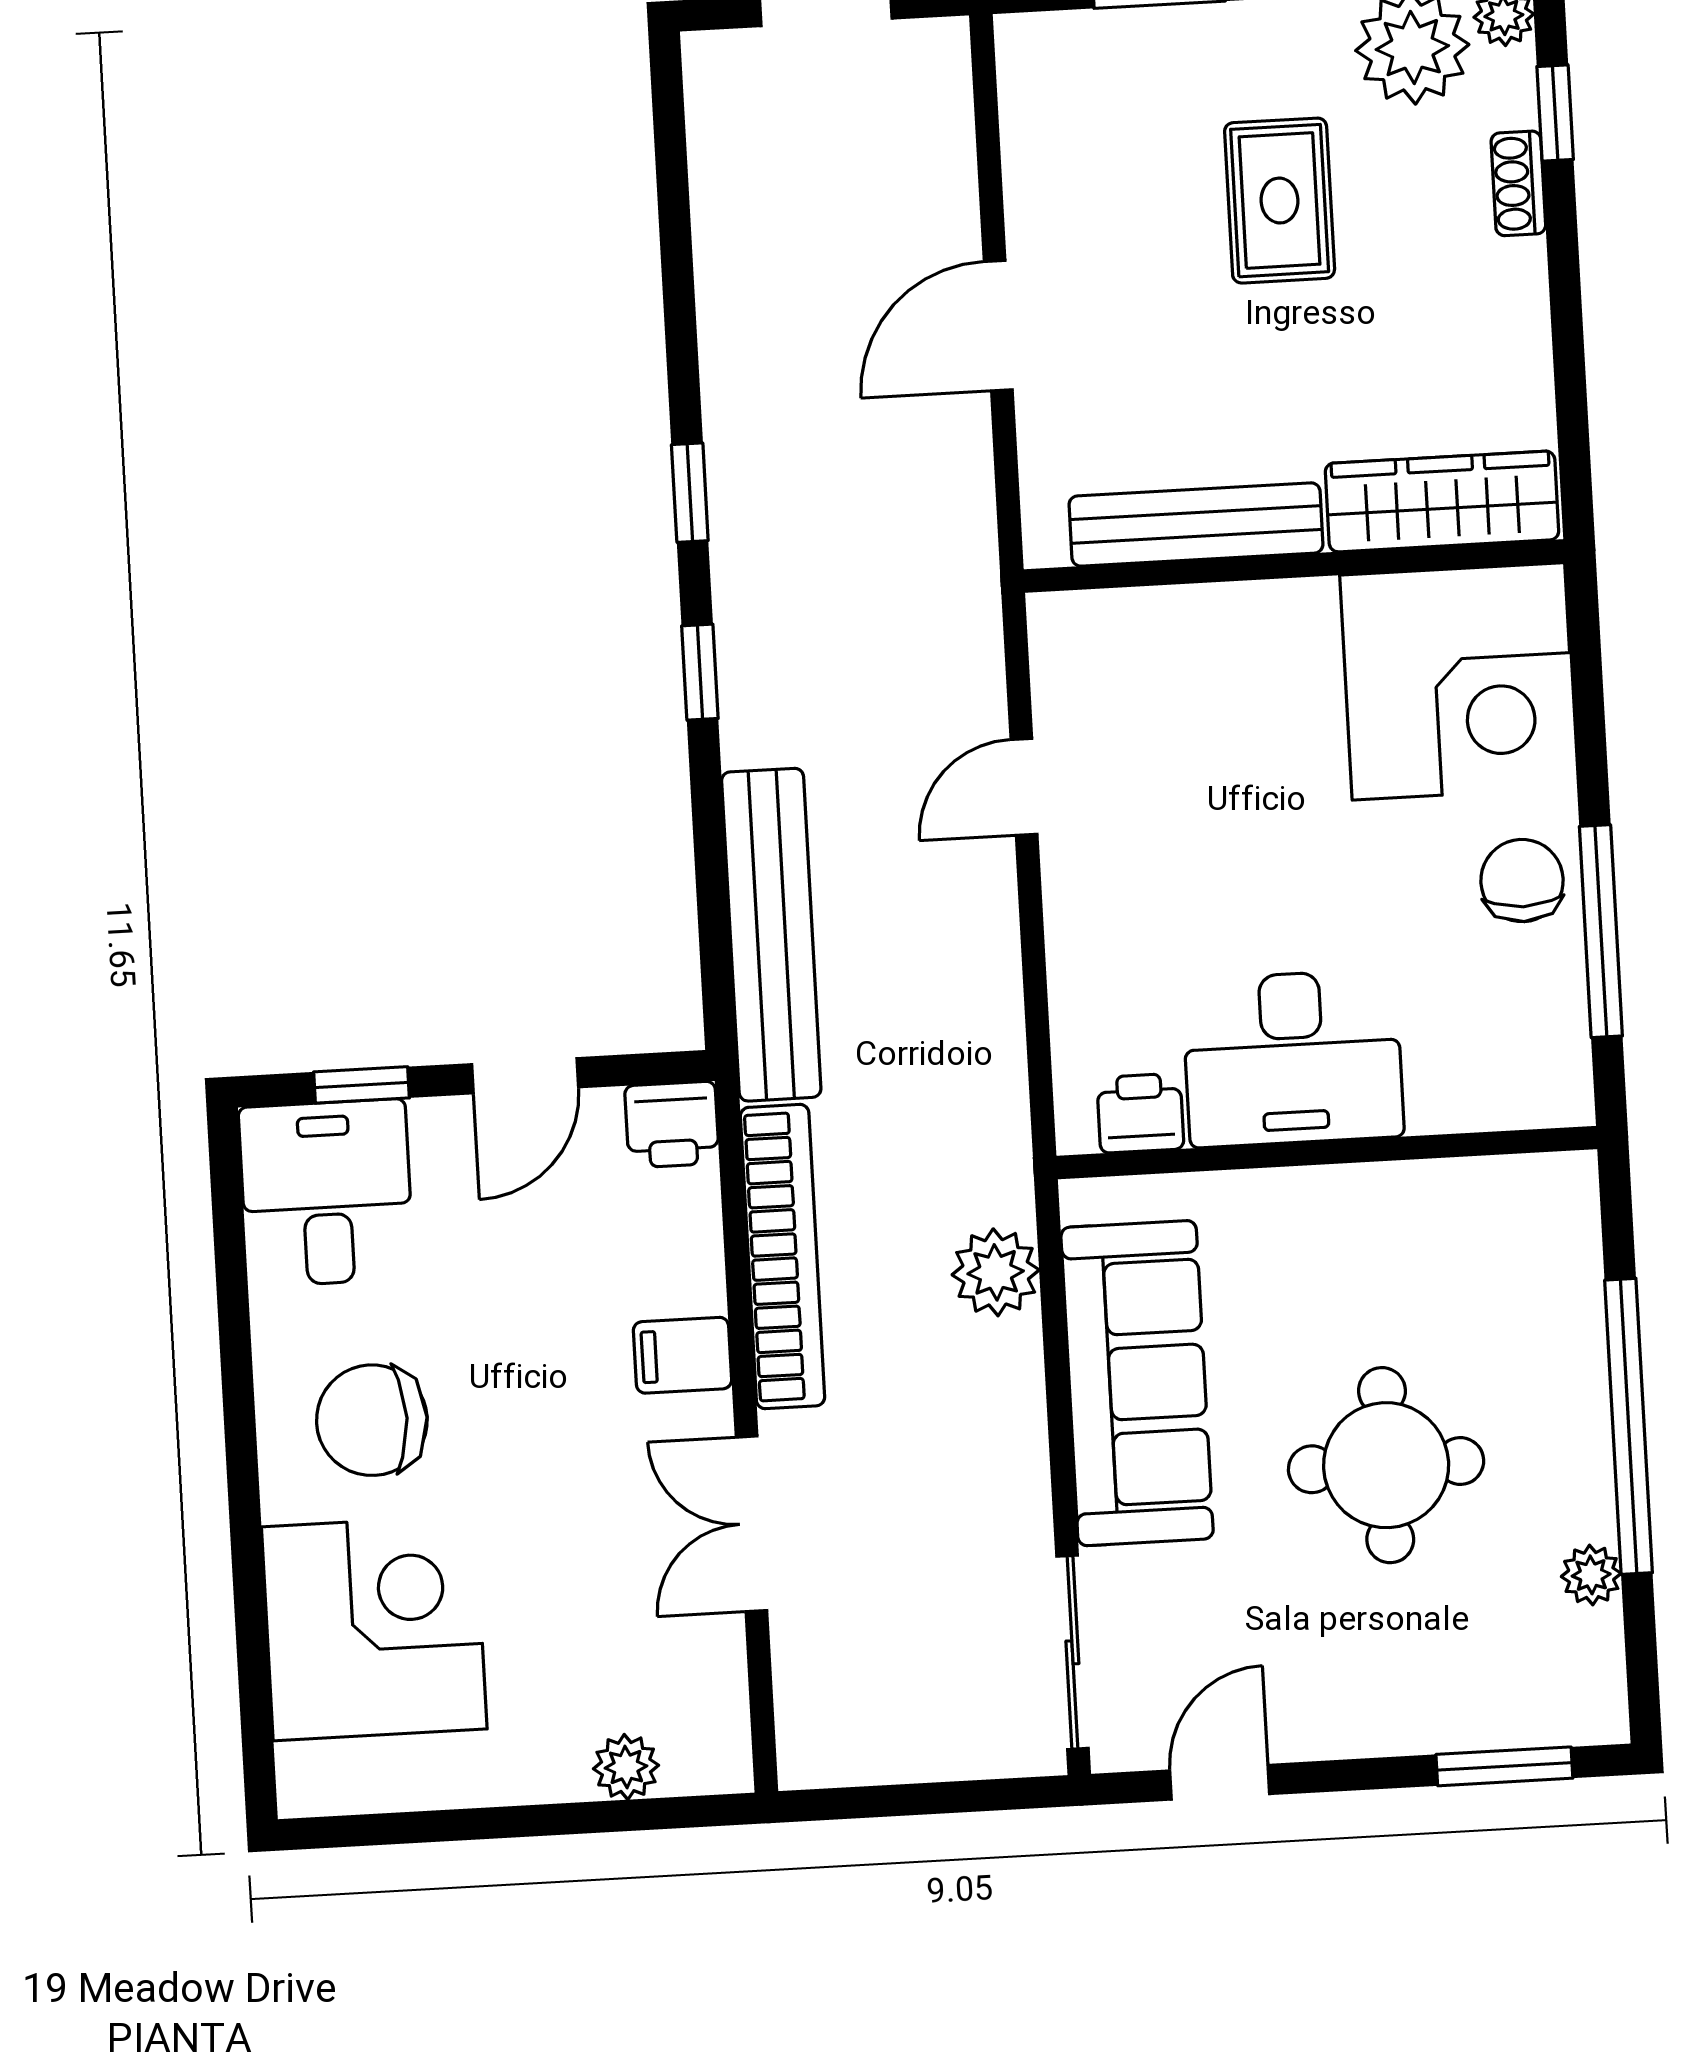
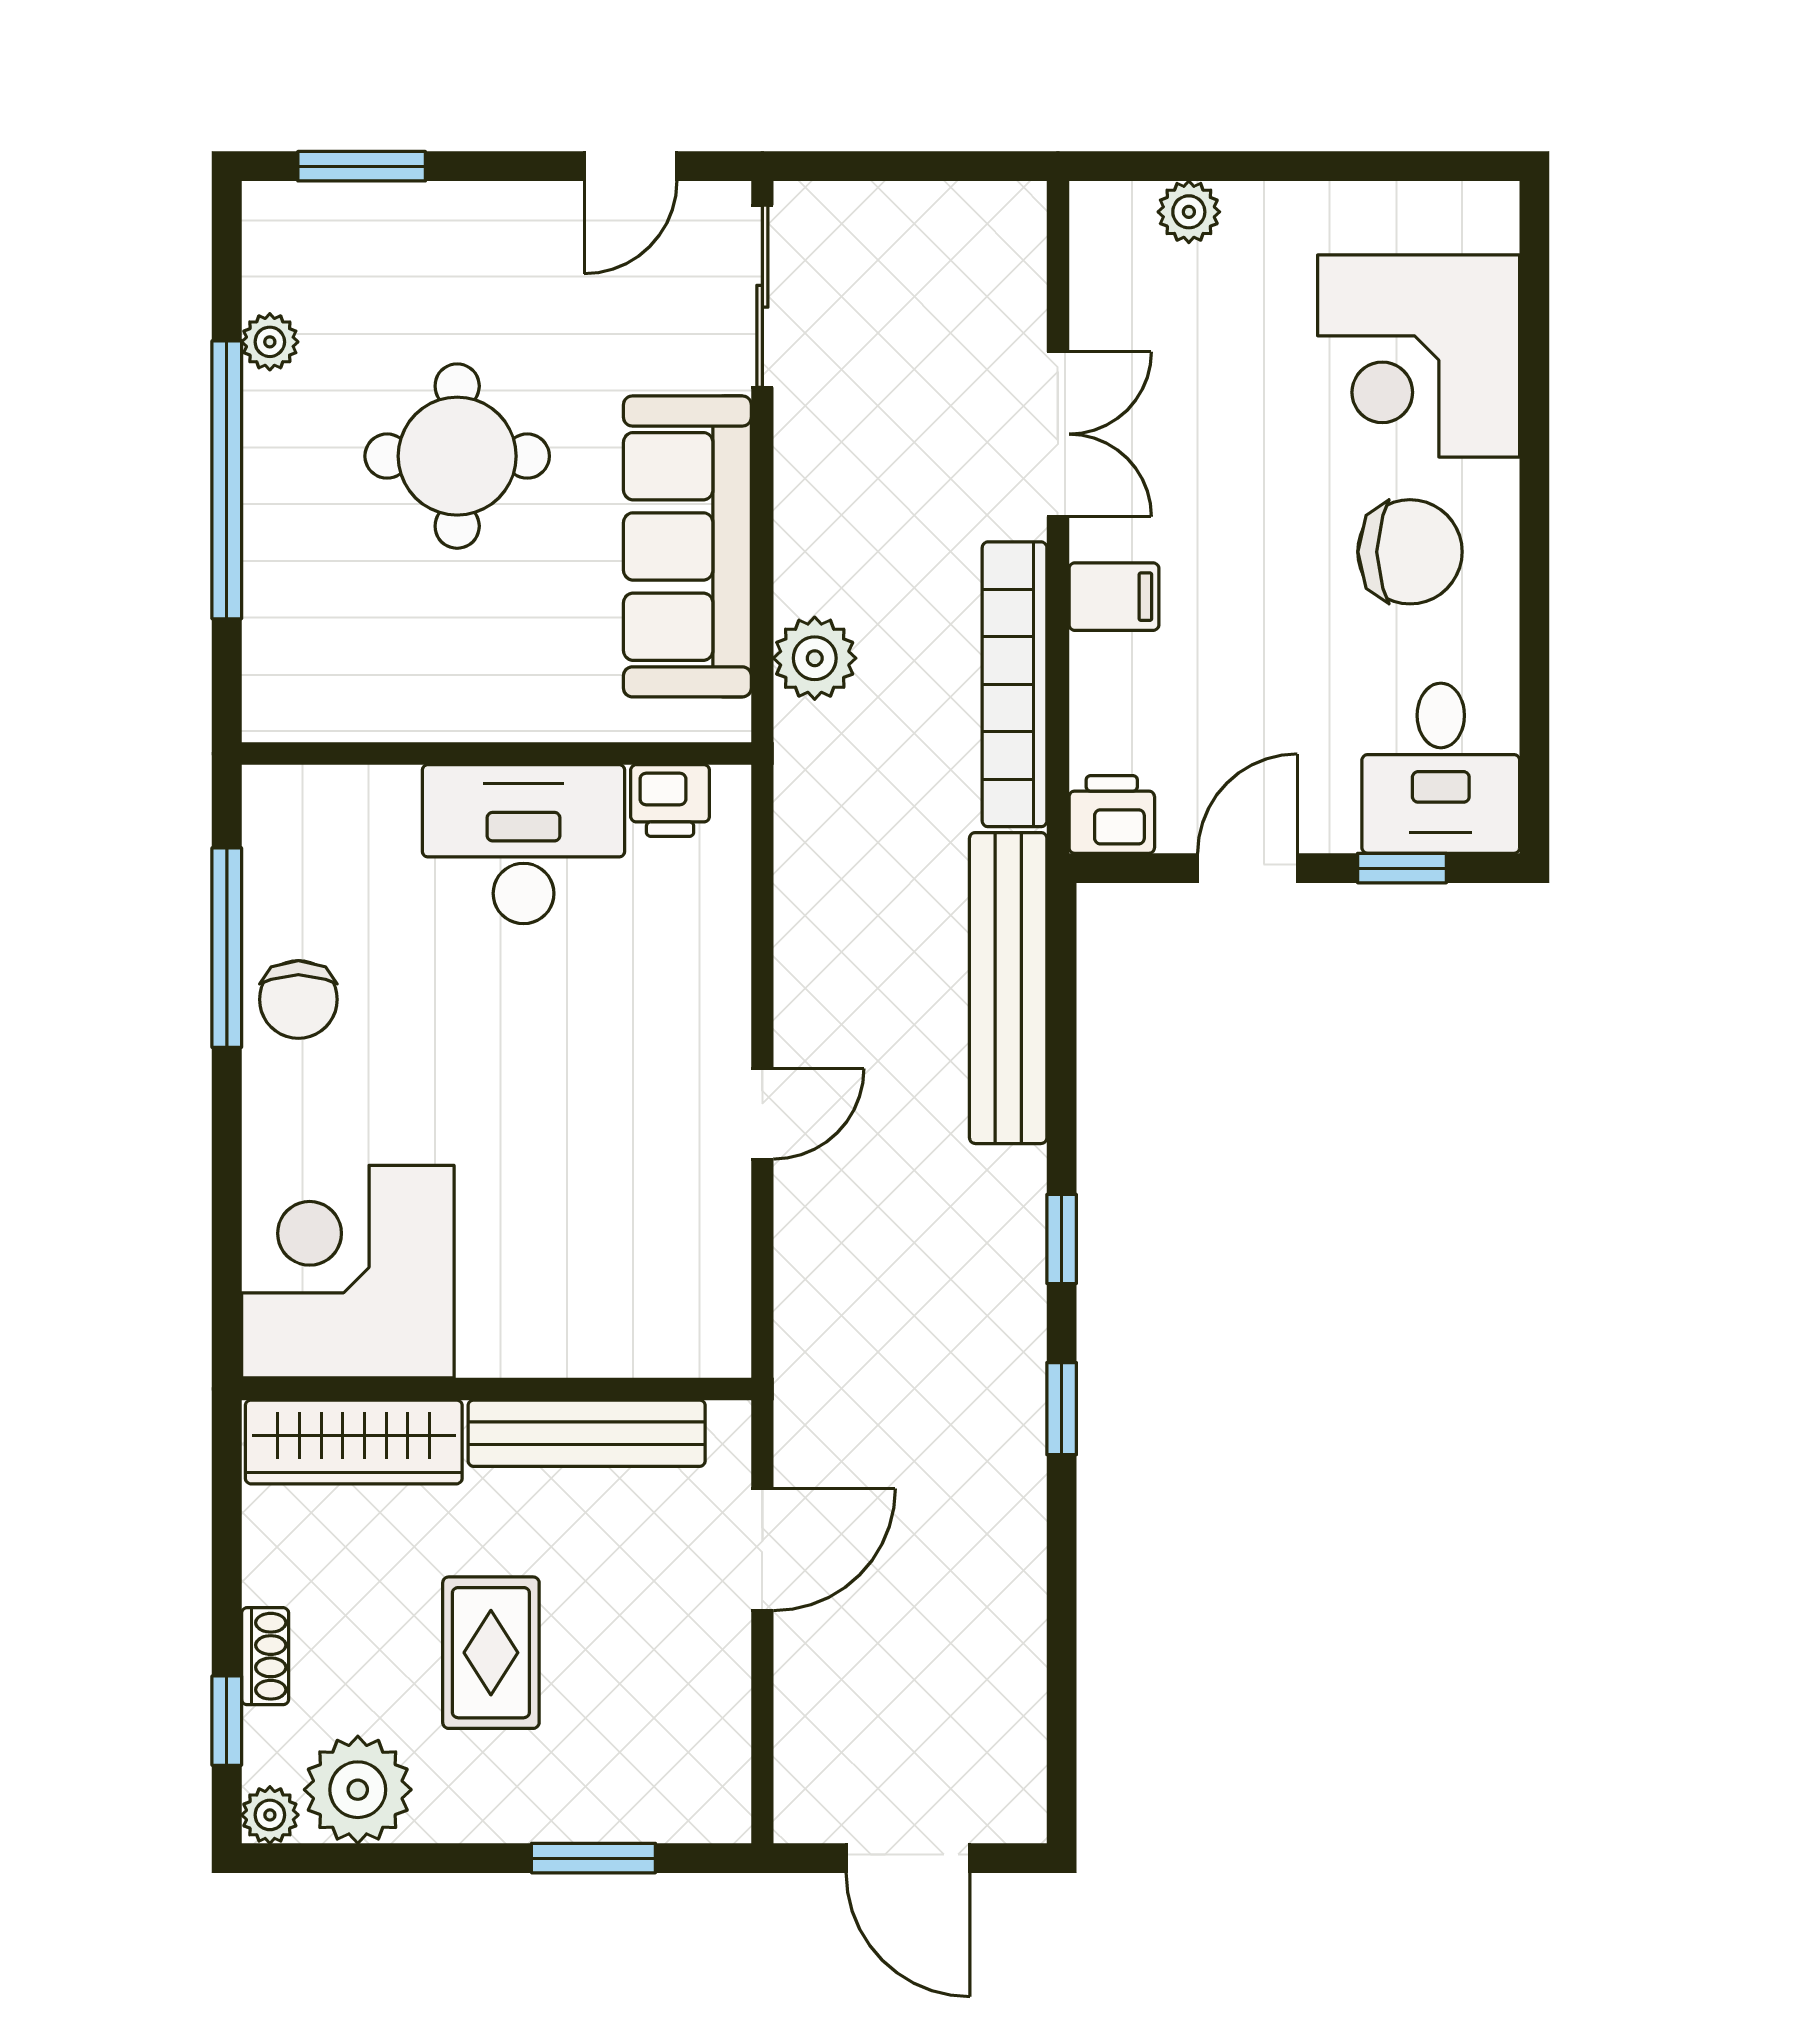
wardrobe: (1442, 501) -> (354, 1442), moved
bench: (1196, 524) -> (587, 1433), moved
wall: (1294, 566) -> (496, 1389), moved
corner desk: (1458, 681) -> (348, 1272), moved

